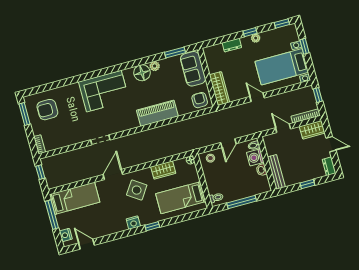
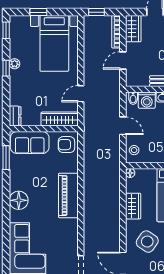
dresser: (232, 45) -> (15, 116), moved
plant: (155, 66) -> (15, 184), removed
door: (257, 97) -> (81, 94), moved

